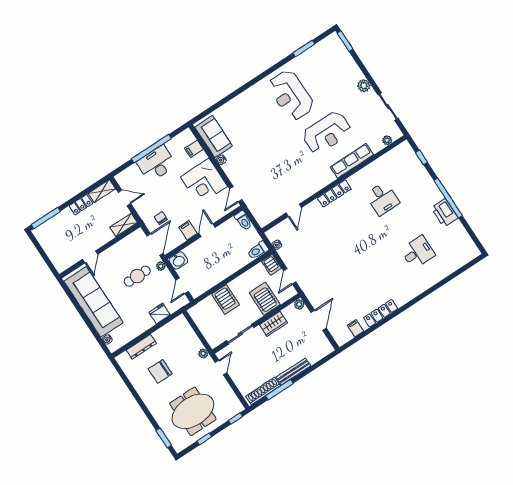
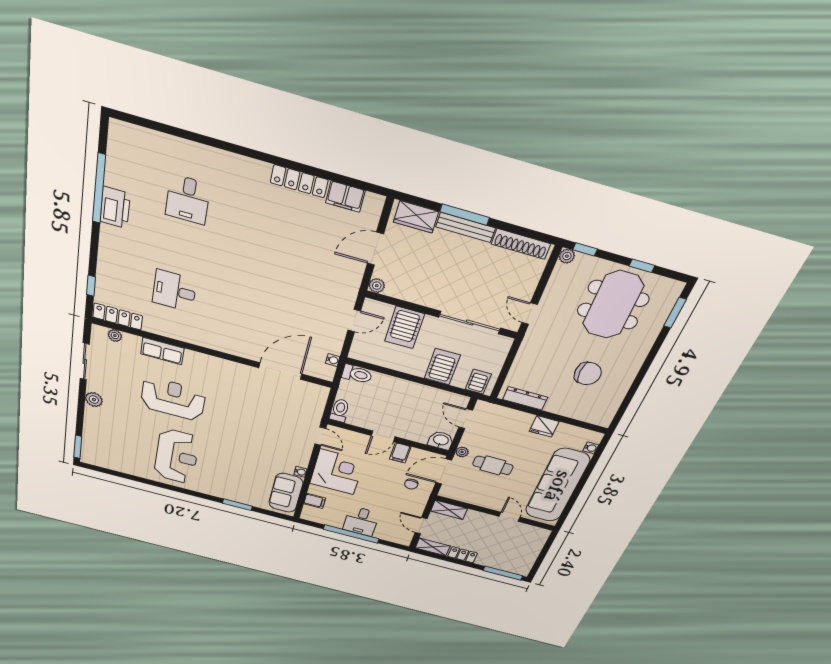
window: (304, 48) -> (237, 505), moved
row of seats: (352, 161) -> (162, 351), width x0.68
desk: (156, 164) -> (361, 521), width x0.73
locker: (334, 193) -> (118, 316), moved
door: (236, 194) -> (320, 436), hinge flipped
window: (448, 198) -> (99, 189), moved
desk: (382, 199) -> (174, 291), turned -90
door: (294, 210) -> (280, 371), width x1.88
desk: (418, 252) -> (188, 199), turned -90
door: (90, 257) -> (510, 517), hinge flipped
server rack: (271, 265) -> (478, 382), moved
door: (182, 286) -> (466, 419), swing flipped
fridge: (160, 314) -> (544, 426), moved
wardrobe: (273, 324) -> (416, 217), moved, turned 180
filing cabinet: (355, 328) -> (345, 197), width x2.00
sliding door: (240, 334) -> (470, 323), width x1.37
dresser: (141, 347) -> (525, 398), moved
plant: (203, 354) -> (567, 256), moved
door: (221, 368) -> (530, 314), hinge flipped
window: (279, 390) -> (465, 215), moved
meeting table: (193, 411) -> (613, 305), turned 90

